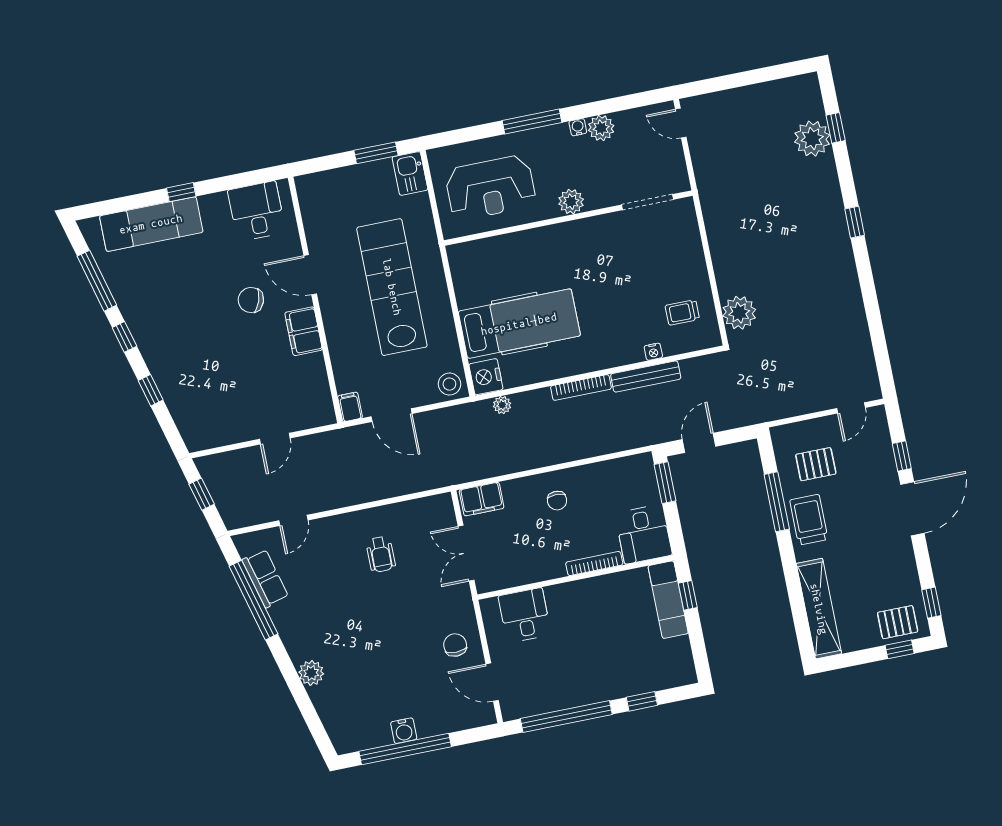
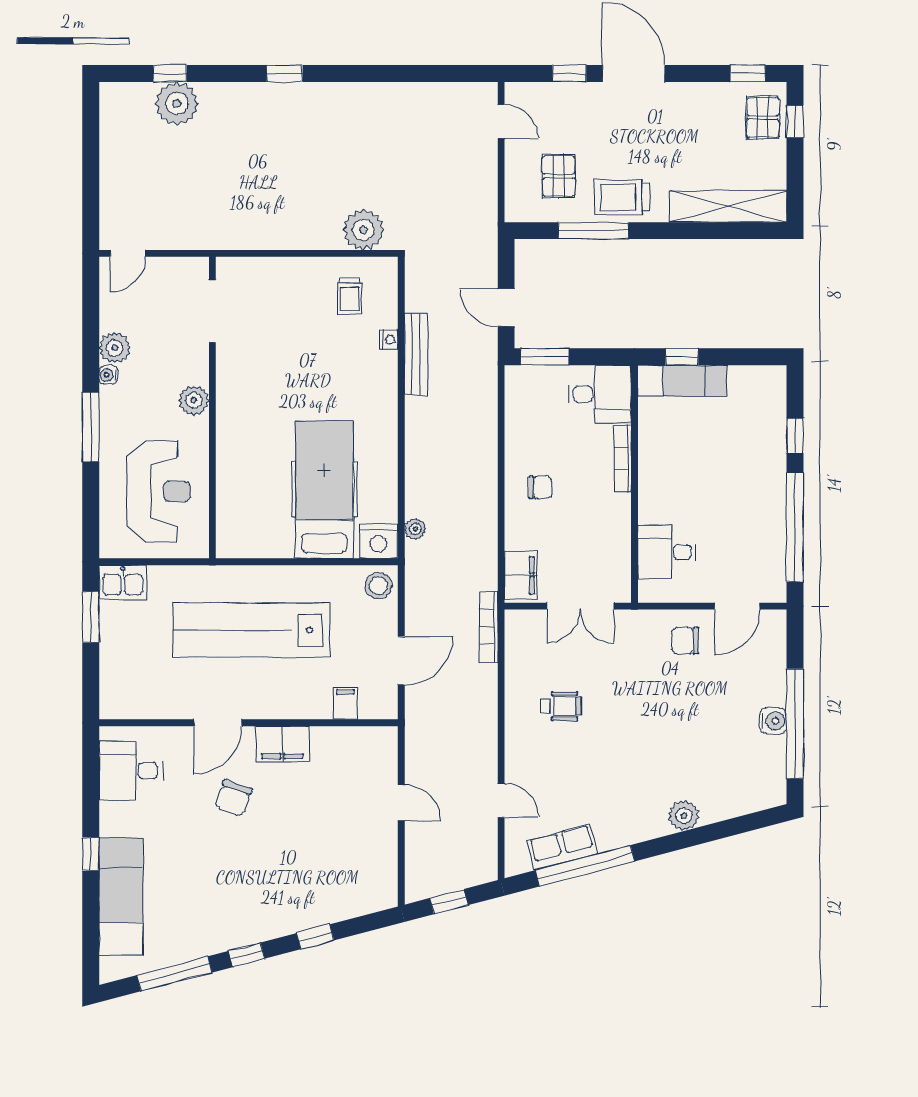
bookcase: (581, 388) -> (489, 627), moved, turned 180
filing cabinet: (350, 407) -> (345, 703), moved, turned 90

